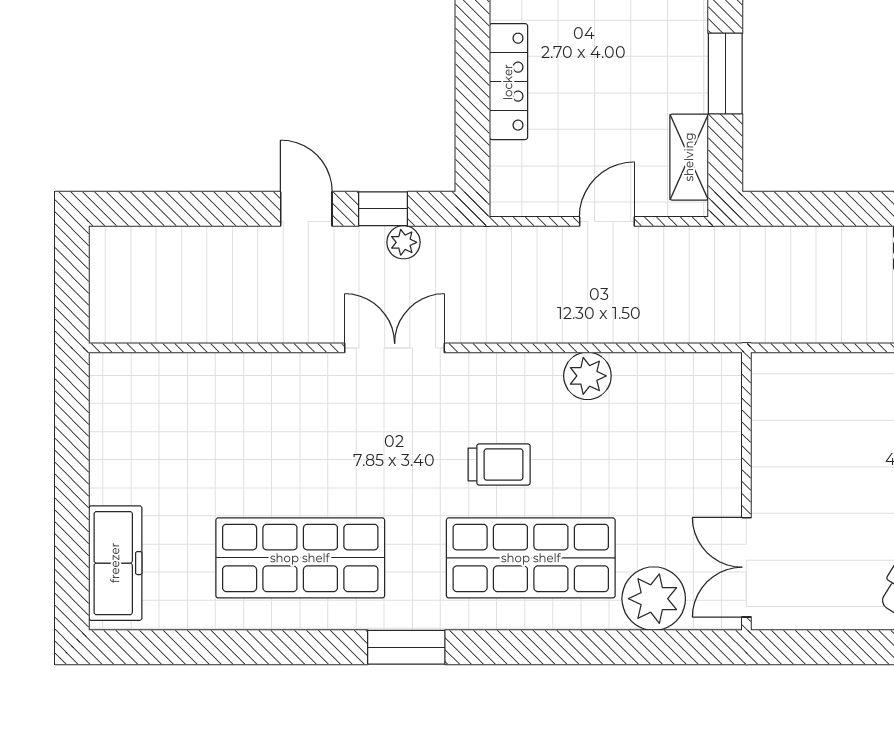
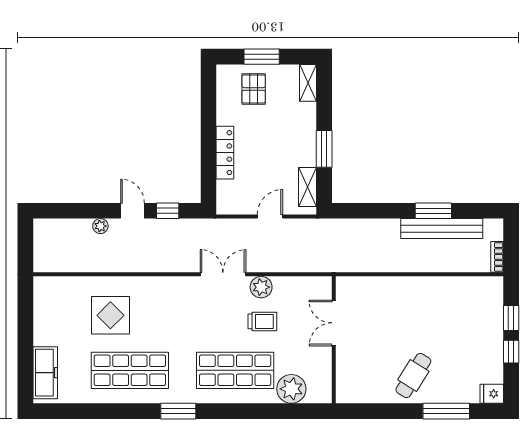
plant: (404, 242) -> (100, 226), moved
double door: (395, 348) -> (223, 274), moved
display table: (258, 438) -> (110, 315), added
trolley: (499, 464) -> (262, 321), moved
double door: (746, 567) -> (334, 323), moved

